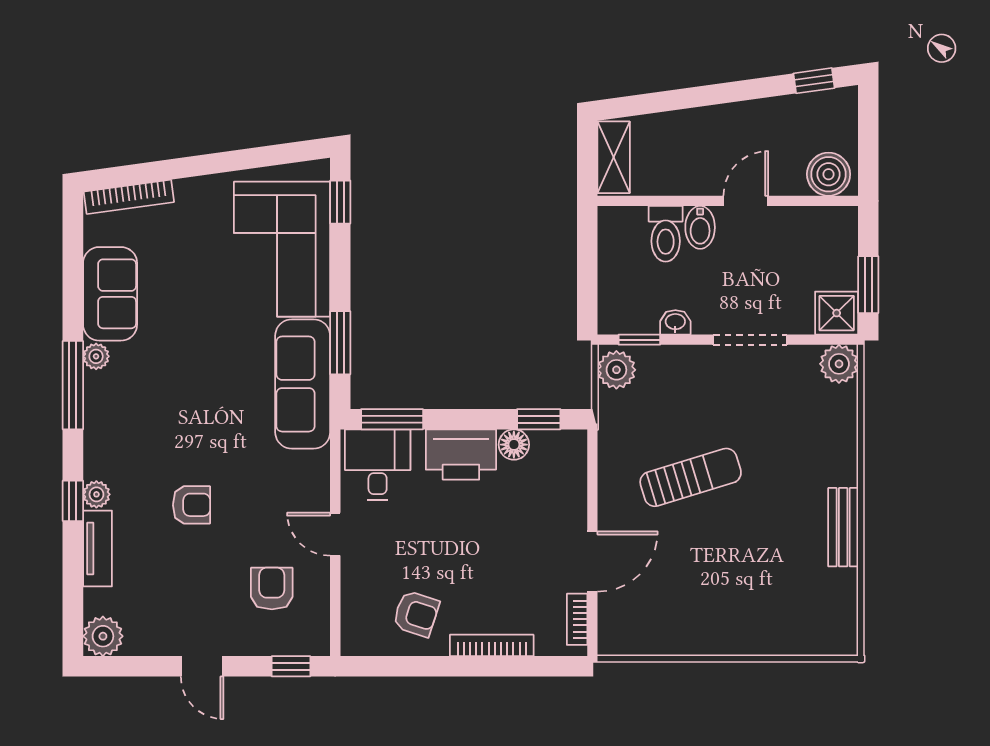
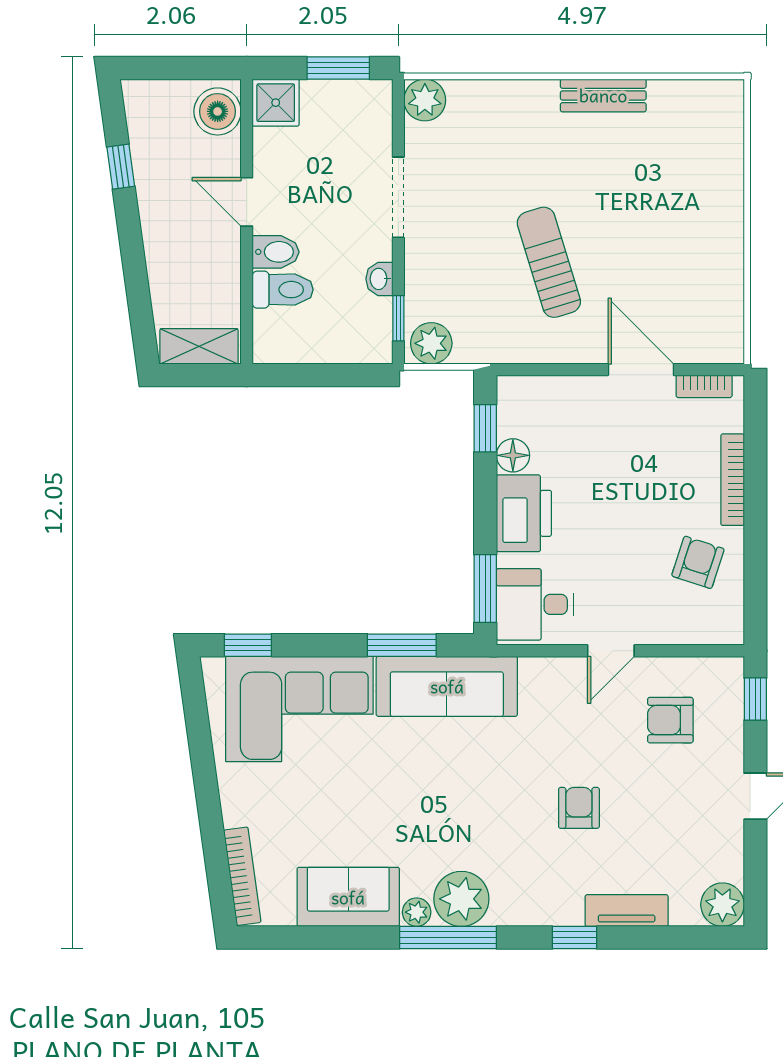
window: (814, 81) -> (121, 167), moved
shower: (837, 313) -> (276, 103), moved
plant: (96, 494) -> (461, 899), moved, width x1.88, depth x1.88

